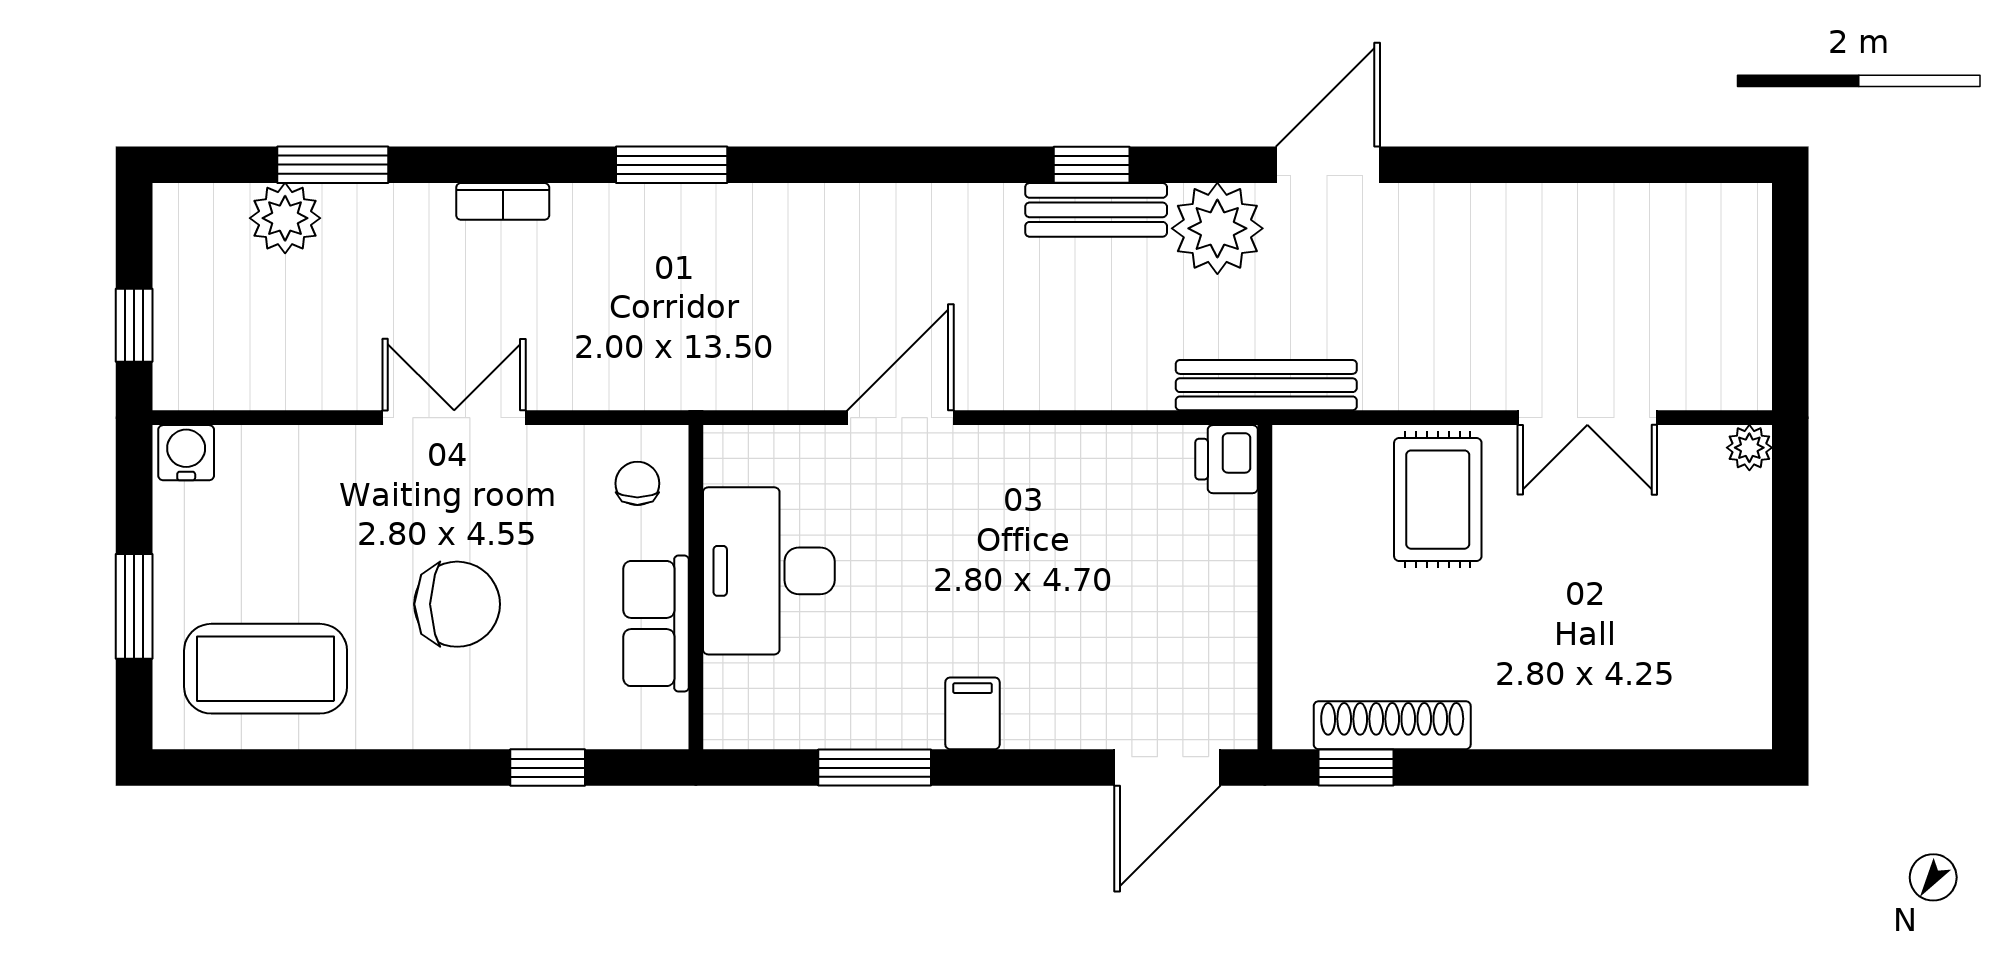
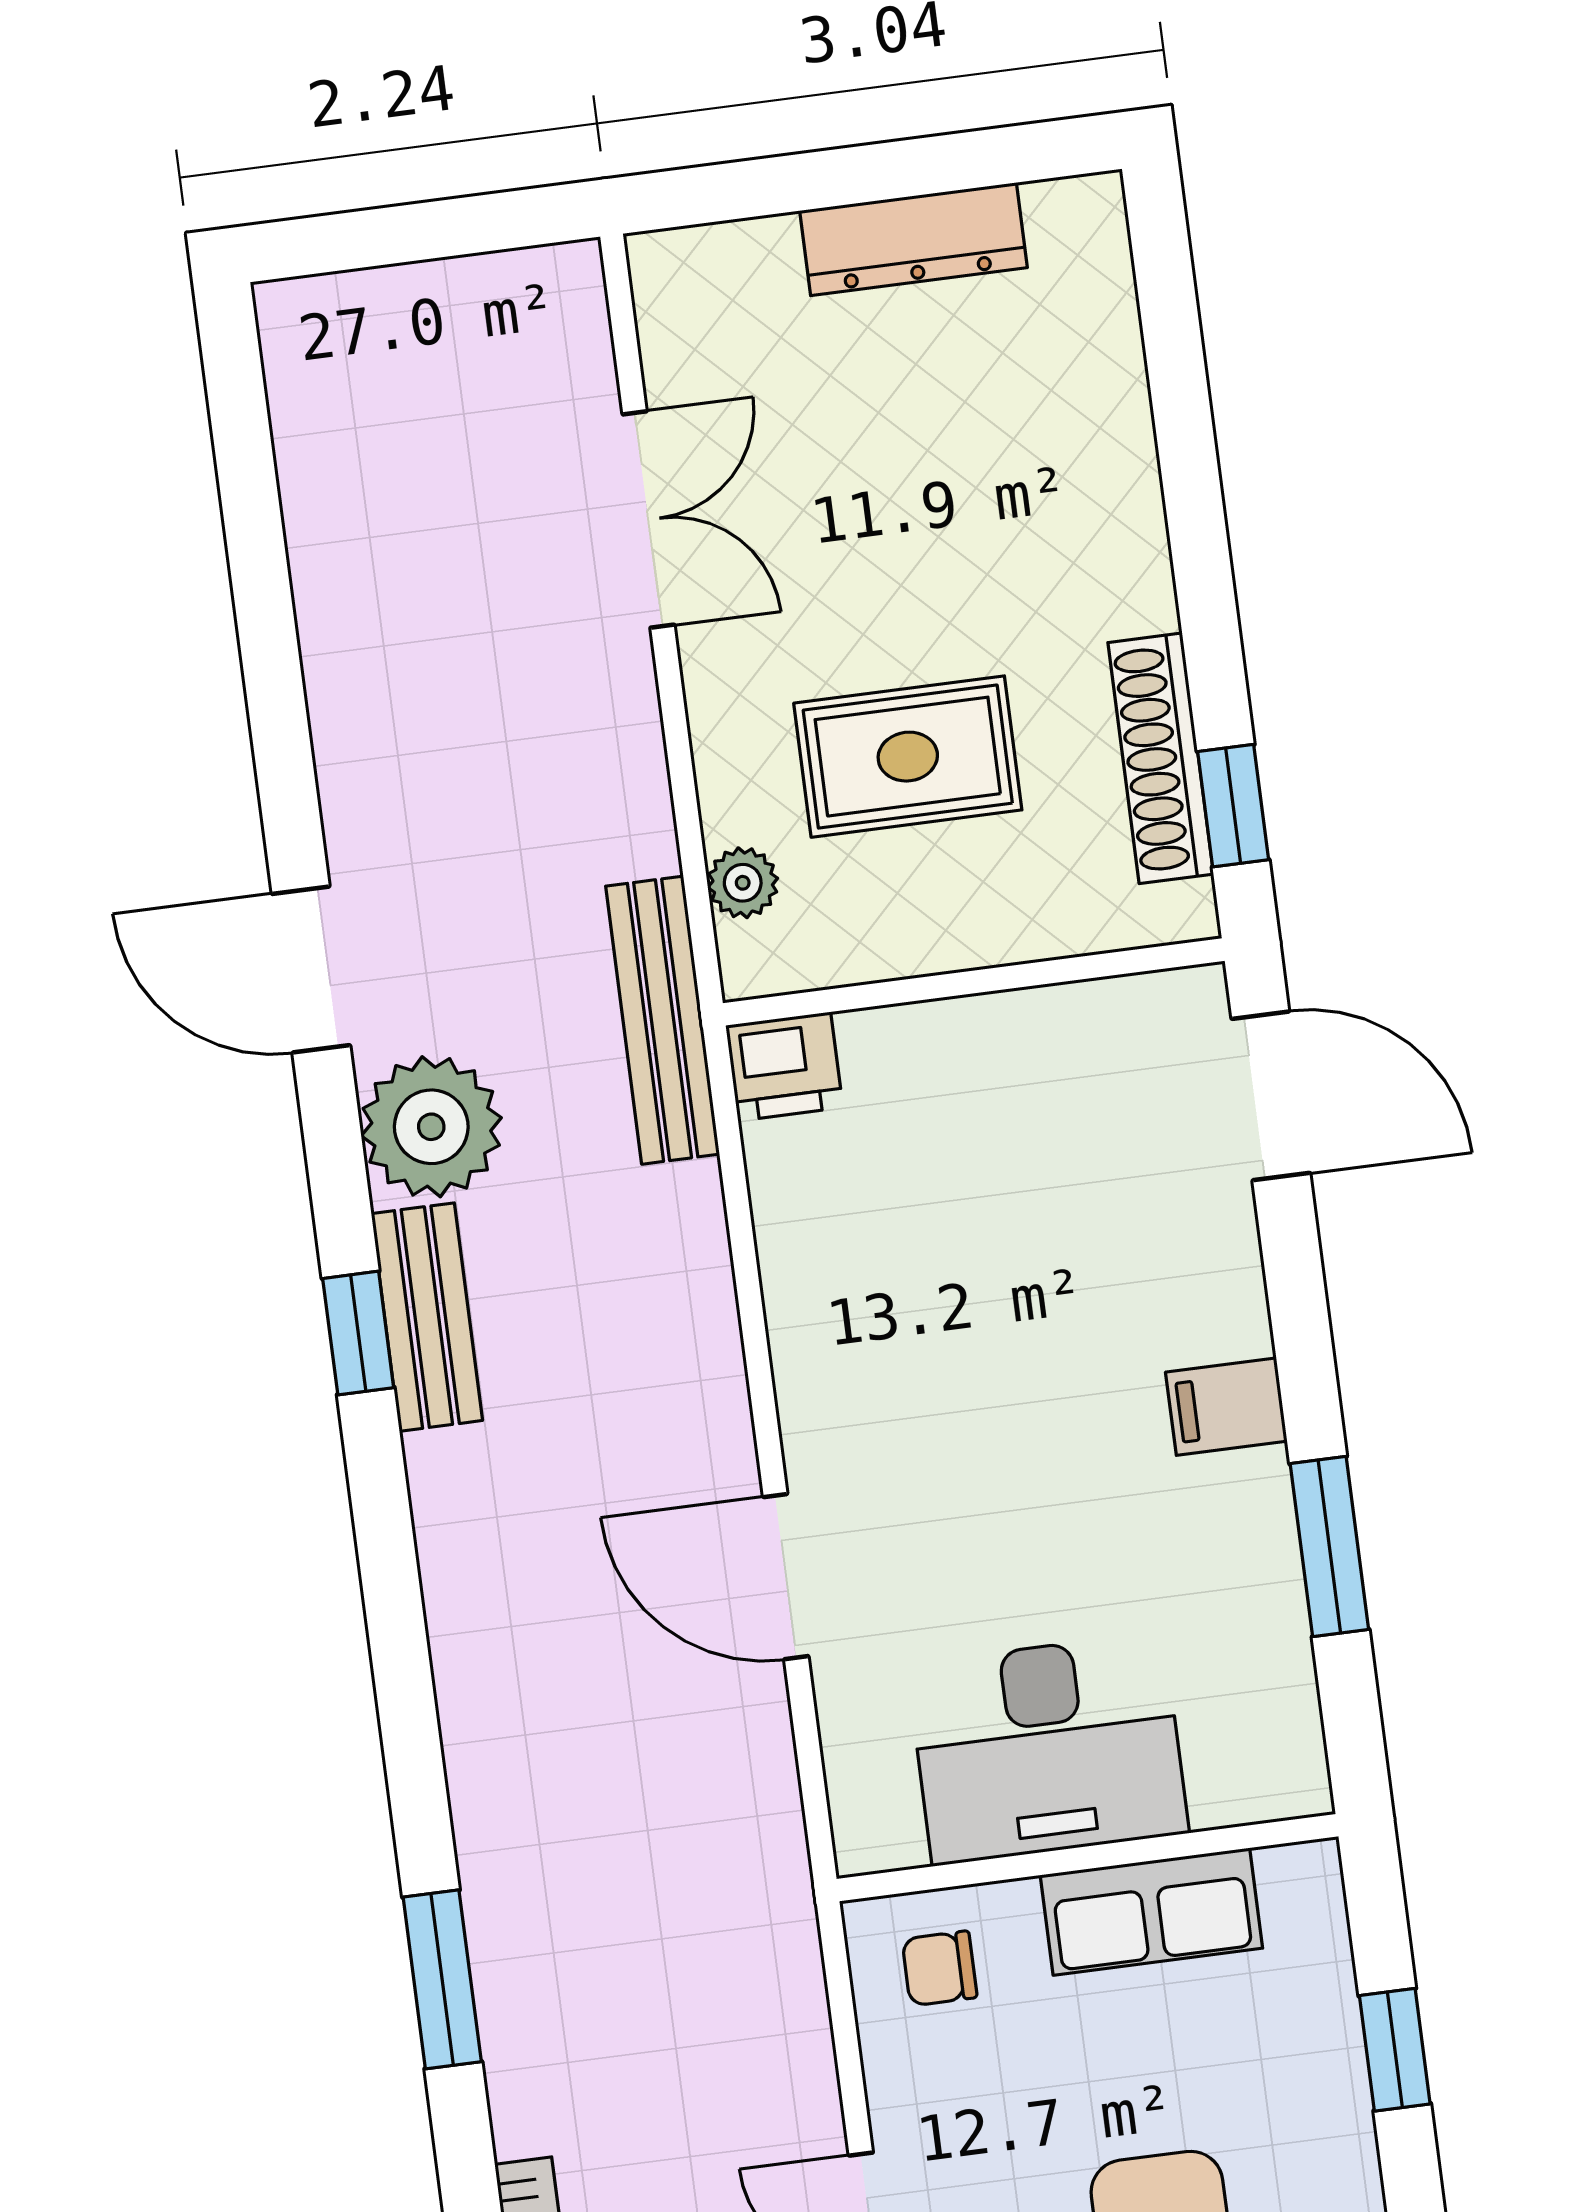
plant: (1749, 448) -> (743, 883), moved
rug: (1438, 500) -> (908, 757), moved
dresser: (1744, 610) -> (913, 239), added

